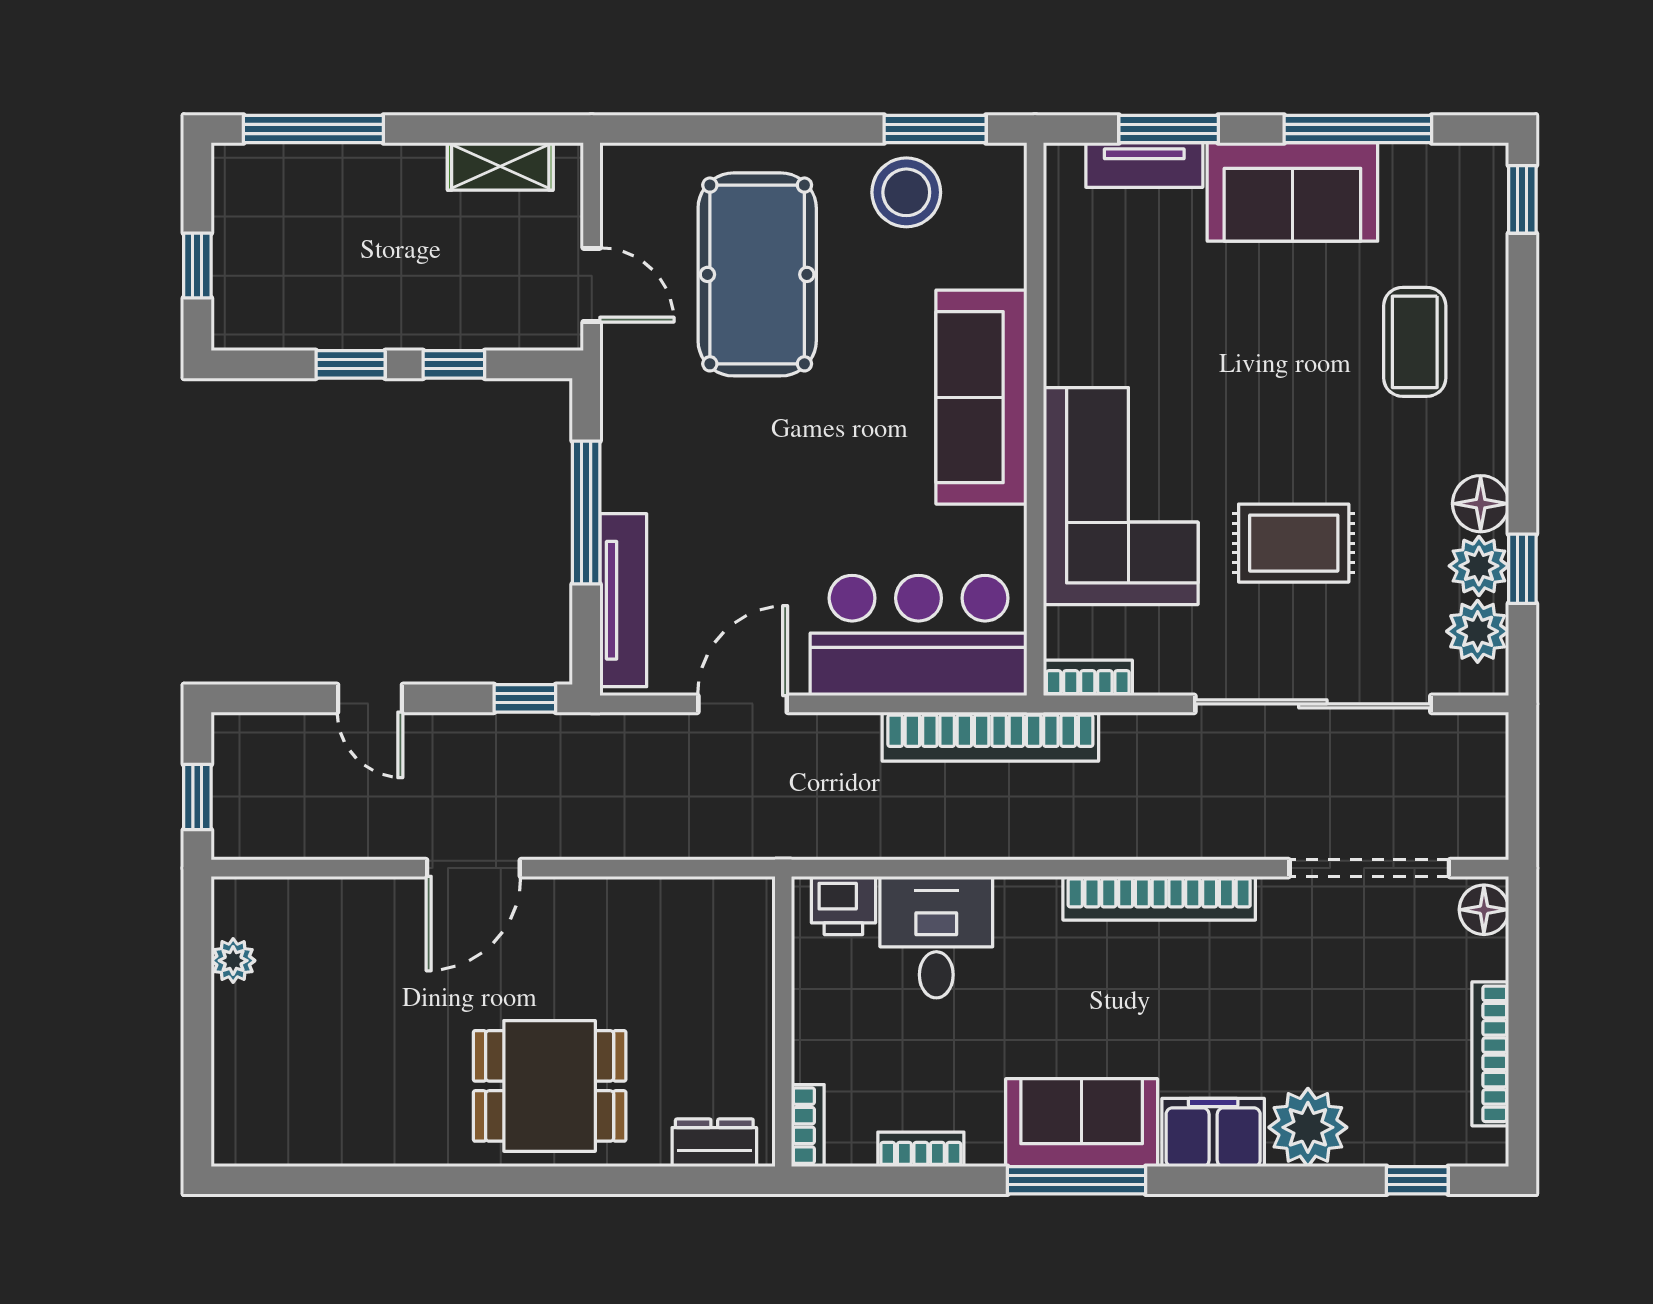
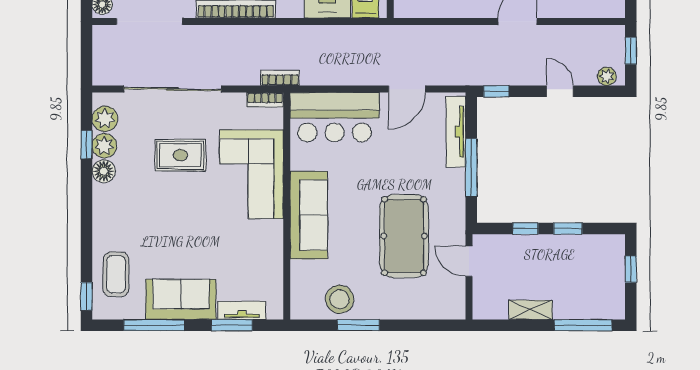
window: (935, 129) -> (358, 325), moved
shelving: (500, 166) -> (530, 310), moved
pool table: (757, 274) -> (404, 236), moved
coffee table: (1415, 342) -> (116, 274), moved
plant: (256, 735) -> (607, 76), added
bookcase: (990, 737) -> (280, 78), width x0.43, depth x0.76

